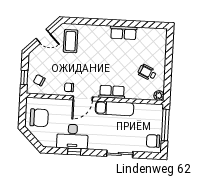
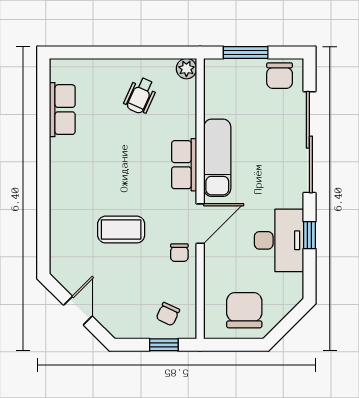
row of seats: (123, 33) -> (62, 110), moved
coffee table: (71, 41) -> (121, 230), moved
door: (83, 98) -> (200, 224), hinge flipped
window: (165, 125) -> (246, 53), width x0.69
sliding door: (120, 154) -> (309, 142), width x1.86

